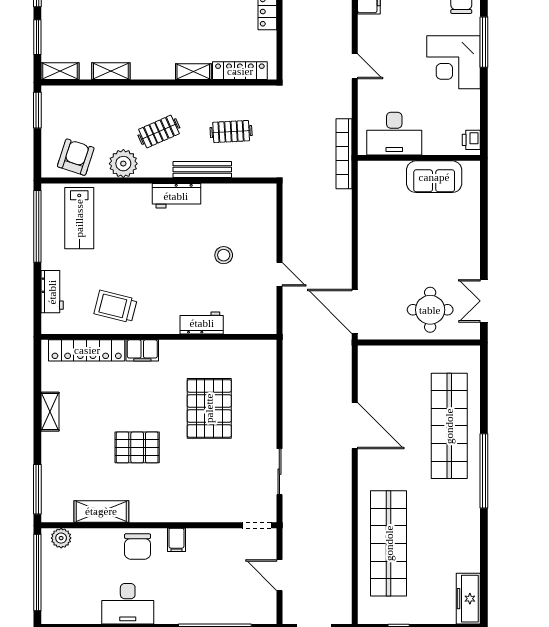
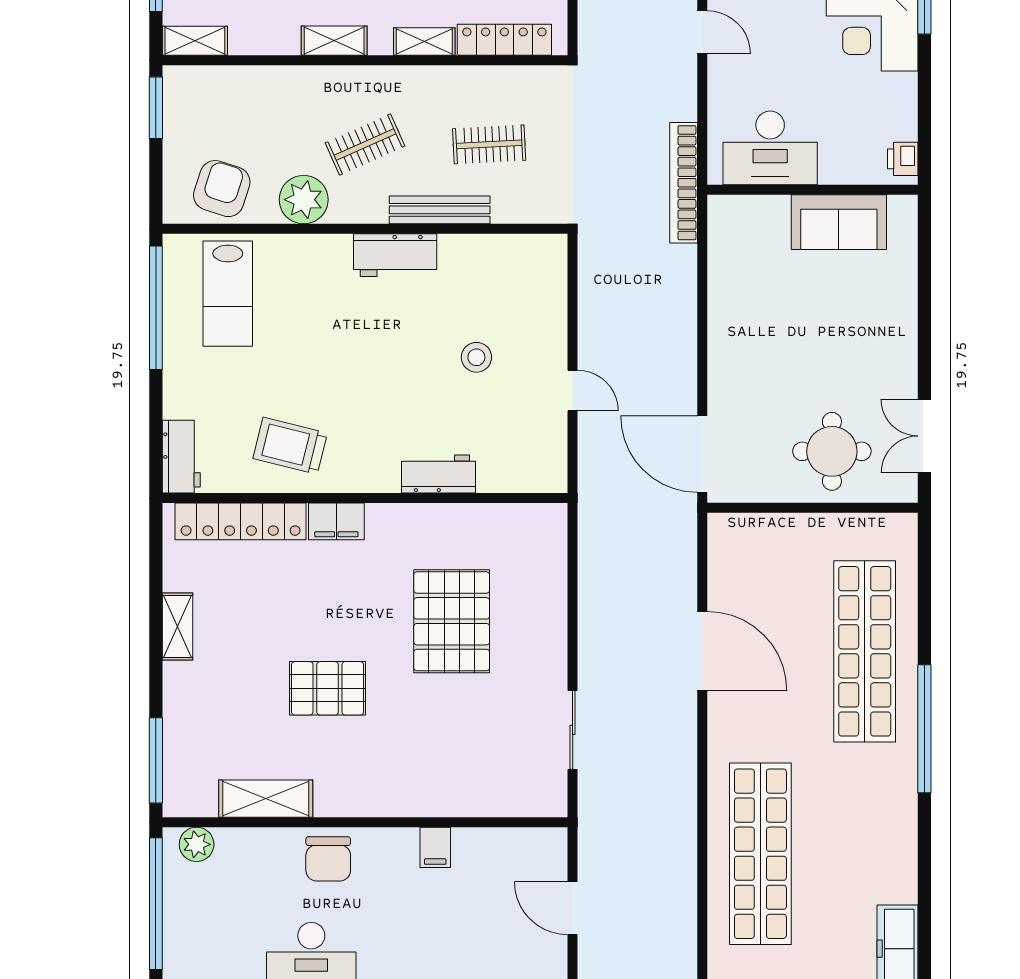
shelving: (111, 71) -> (334, 41), moved
workbench: (52, 292) -> (181, 457), moved
doorway: (257, 525) -> (533, 822), removed
filing cabinet: (176, 540) -> (435, 847), moved

